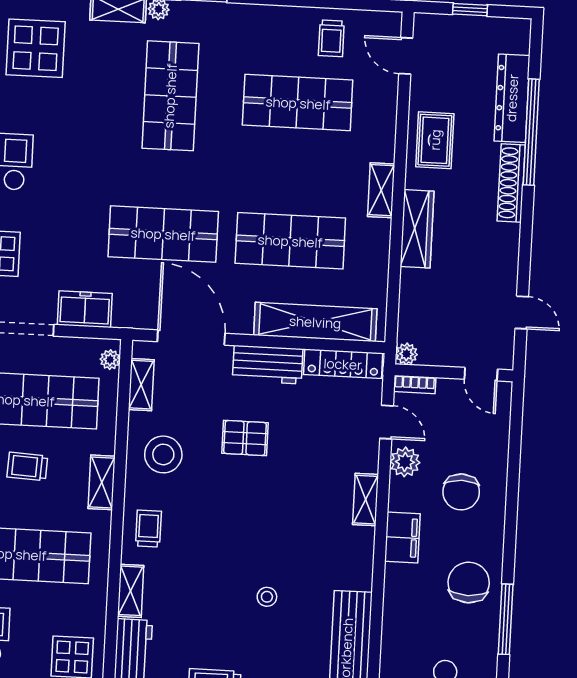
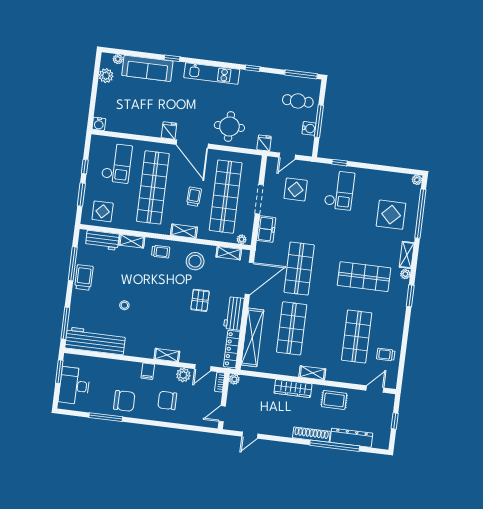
filing cabinet: (402, 538) -> (148, 371), width x0.50

